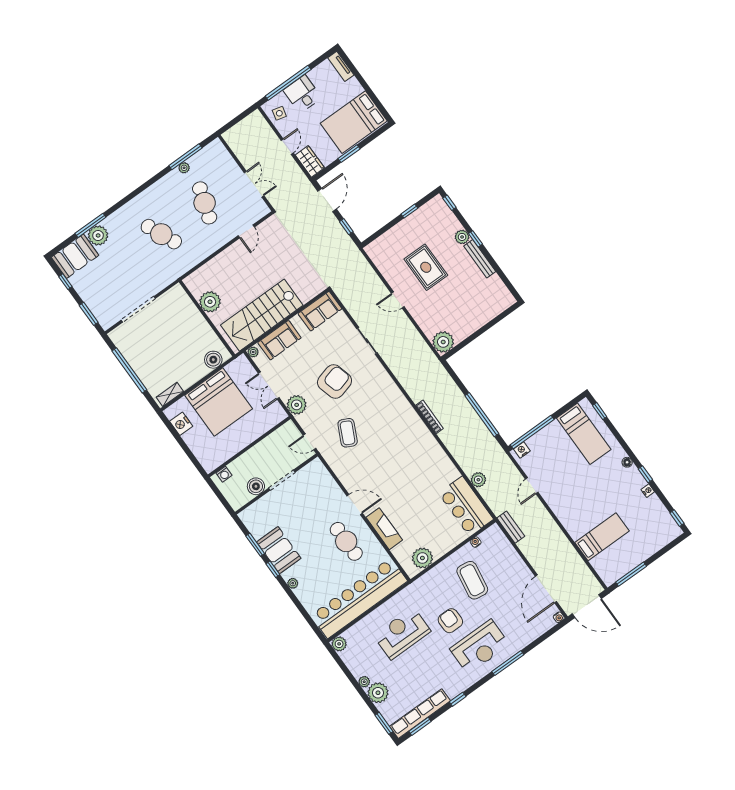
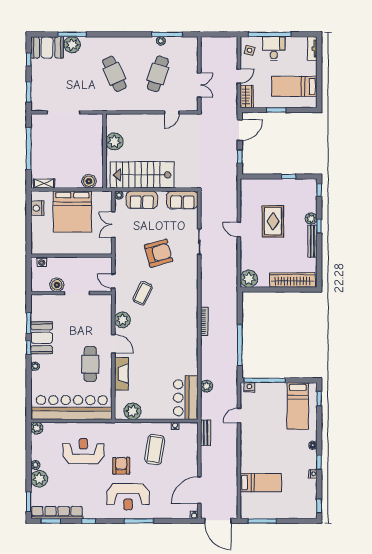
bed: (354, 122) -> (294, 86), width x0.67
wardrobe: (488, 312) -> (292, 280), added
plant: (297, 405) -> (122, 320), moved

